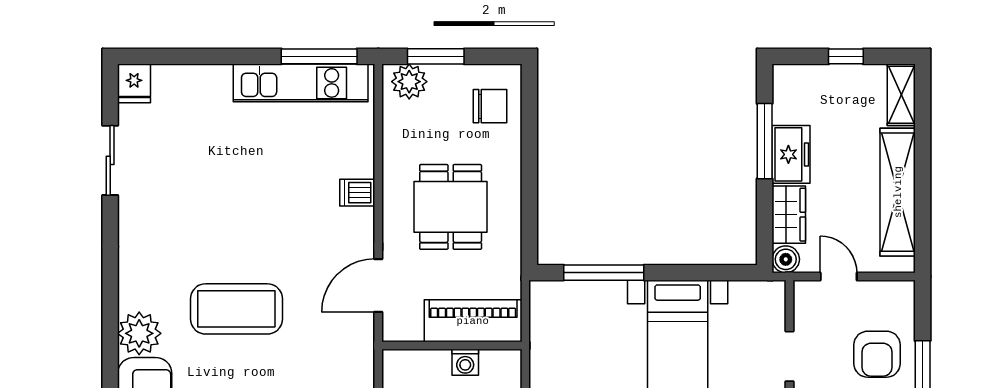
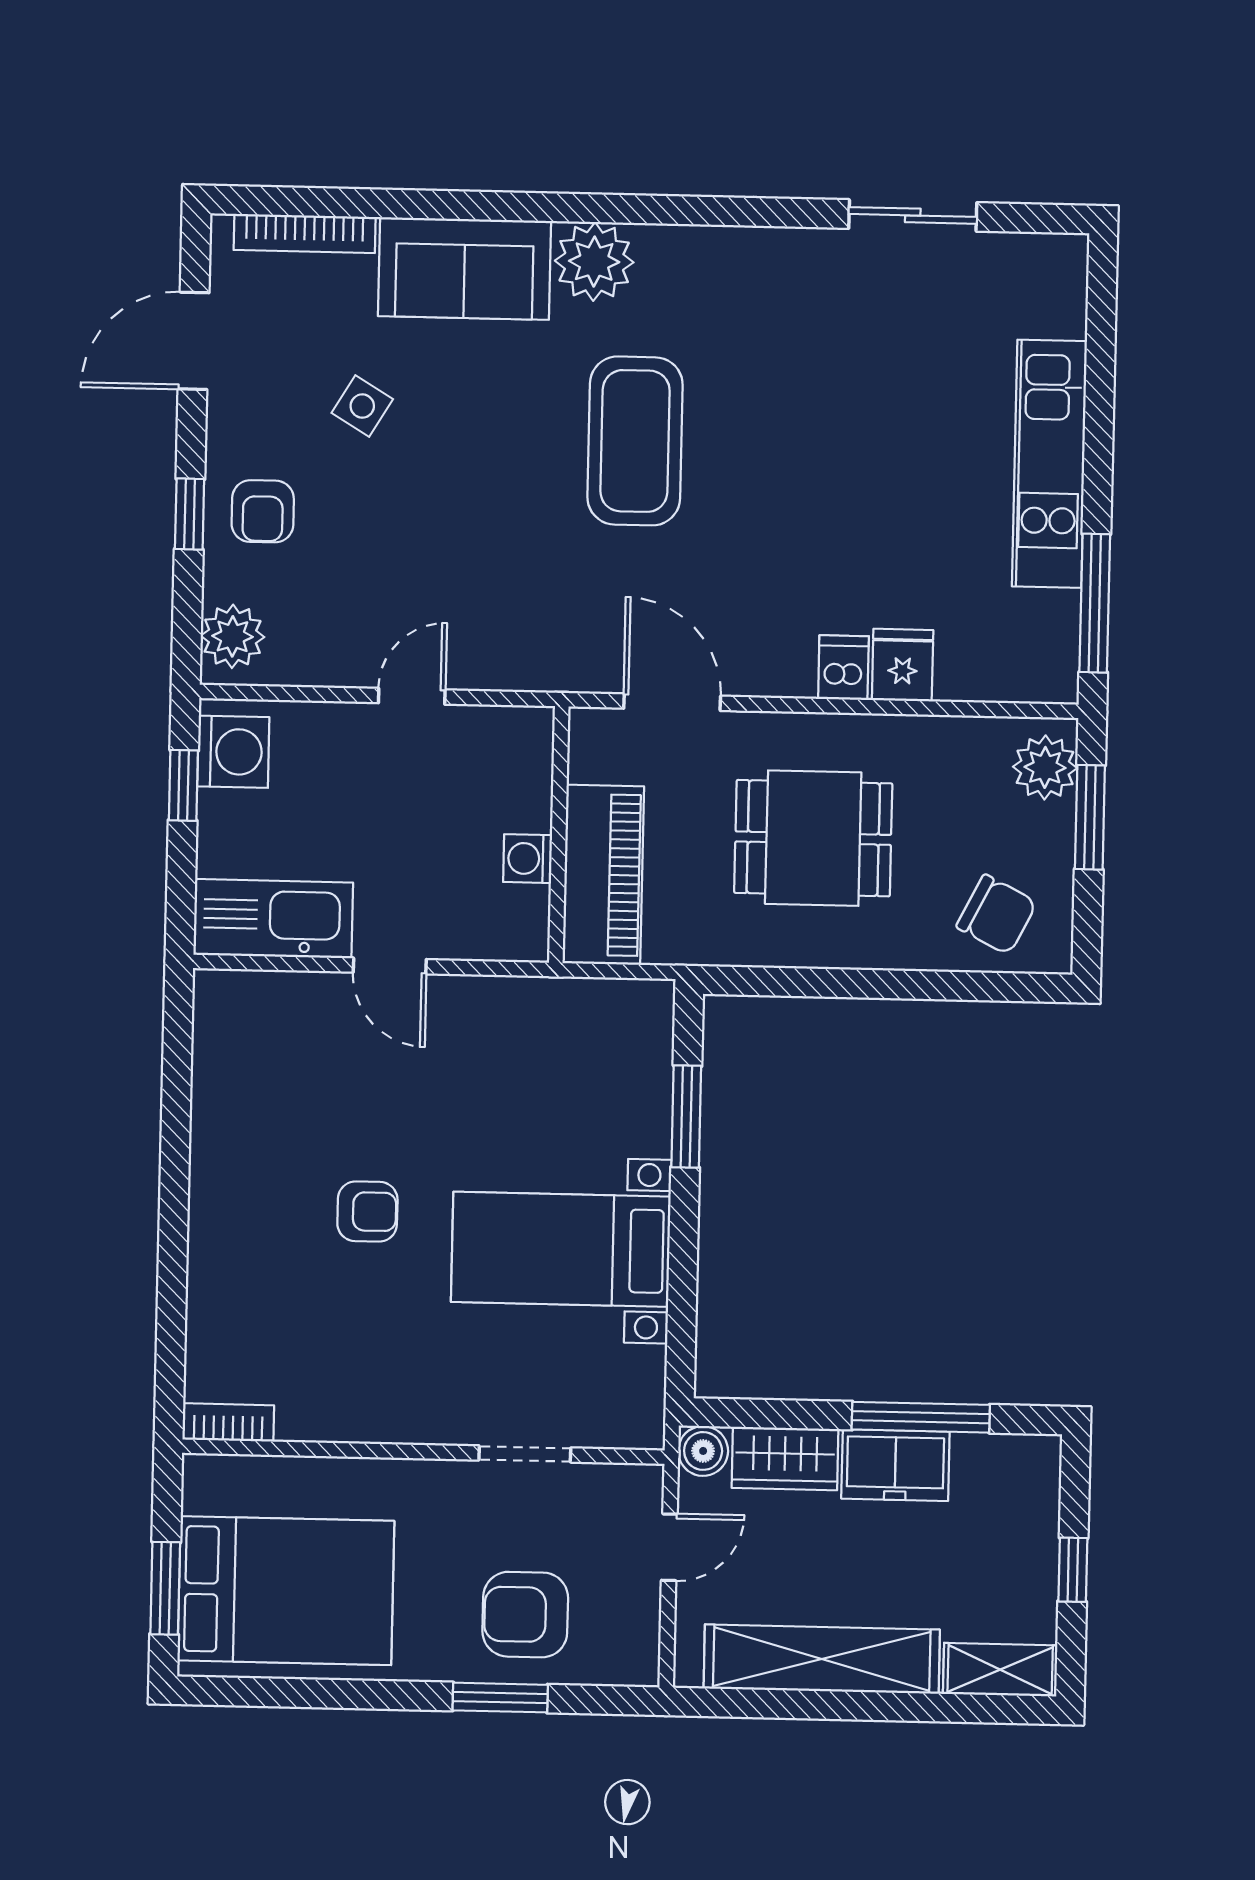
fridge: (134, 83) -> (903, 665), moved, turned 90
kitchen unit: (301, 83) -> (1049, 464), moved
chair: (490, 106) -> (997, 915), turned -63
window: (604, 273) -> (686, 1117), width x0.69

